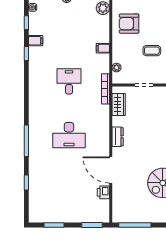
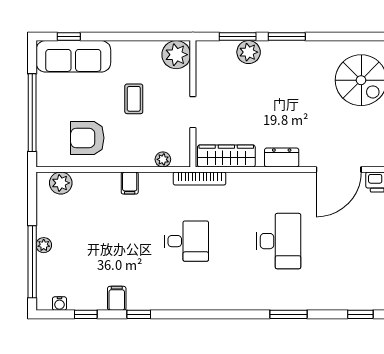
armchair: (129, 24) -> (87, 138), turned 90
desk: (69, 81) -> (187, 241), turned 180
wardrobe: (119, 105) -> (226, 156), width x1.50
window: (26, 141) -> (289, 314), width x0.69

